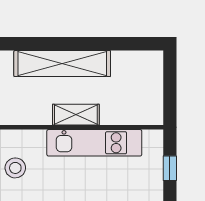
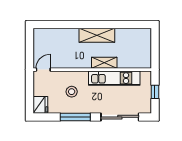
shelving: (62, 64) -> (97, 35), width x0.68

